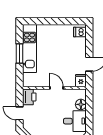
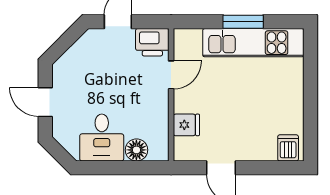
fridge: (81, 81) -> (186, 125), moved
door: (56, 88) -> (171, 75), moved

